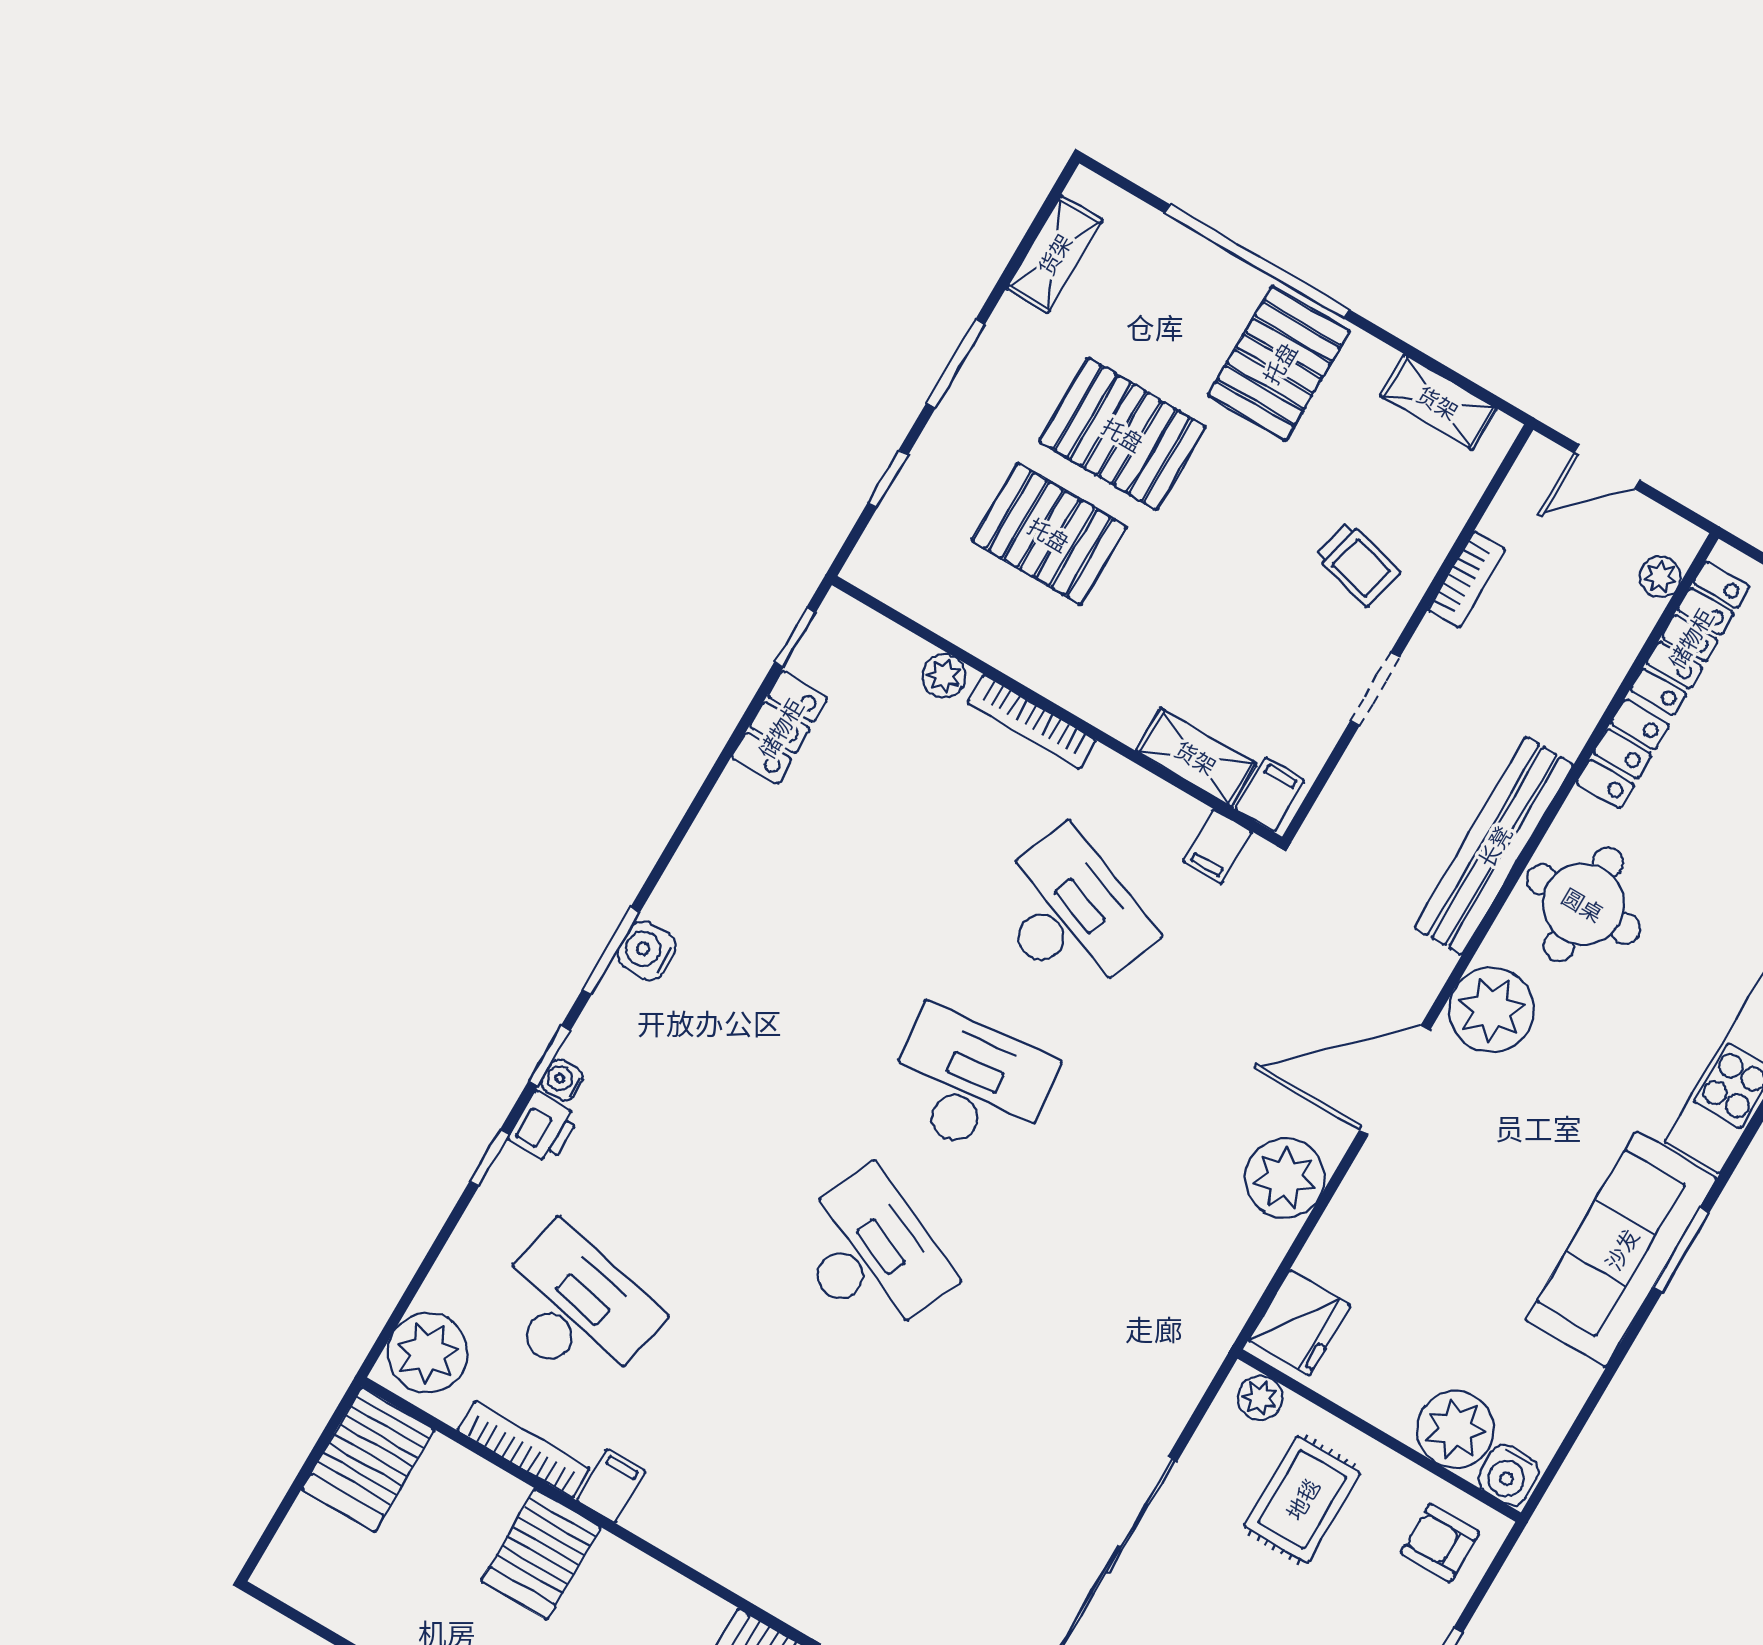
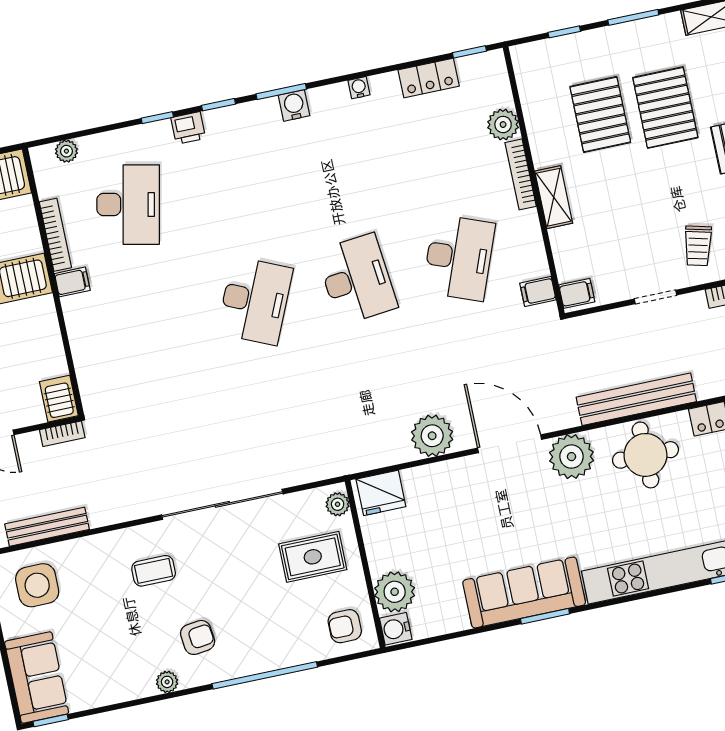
plant: (944, 676) -> (503, 125), width x1.38, depth x1.38
shelving: (1196, 757) -> (554, 197), moved
water cooler: (562, 1080) -> (359, 88), moved
plant: (427, 1353) -> (66, 151), width x0.53, depth x0.53
armchair: (1440, 1543) -> (345, 626), turned -90

